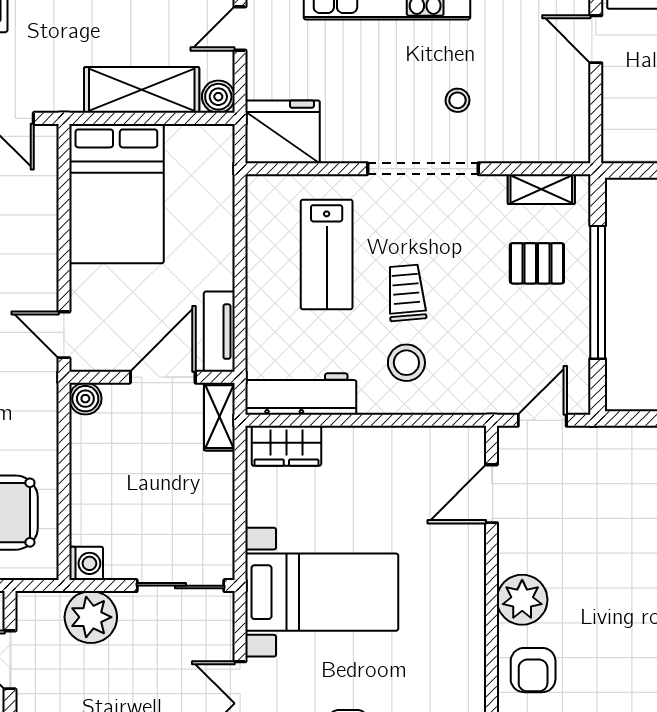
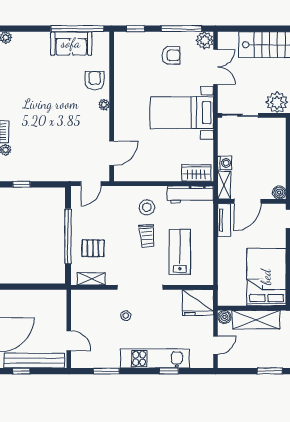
washing machine: (86, 563) -> (225, 163), moved, turned 180
plant: (522, 600) -> (104, 105), width x0.53, depth x0.53

